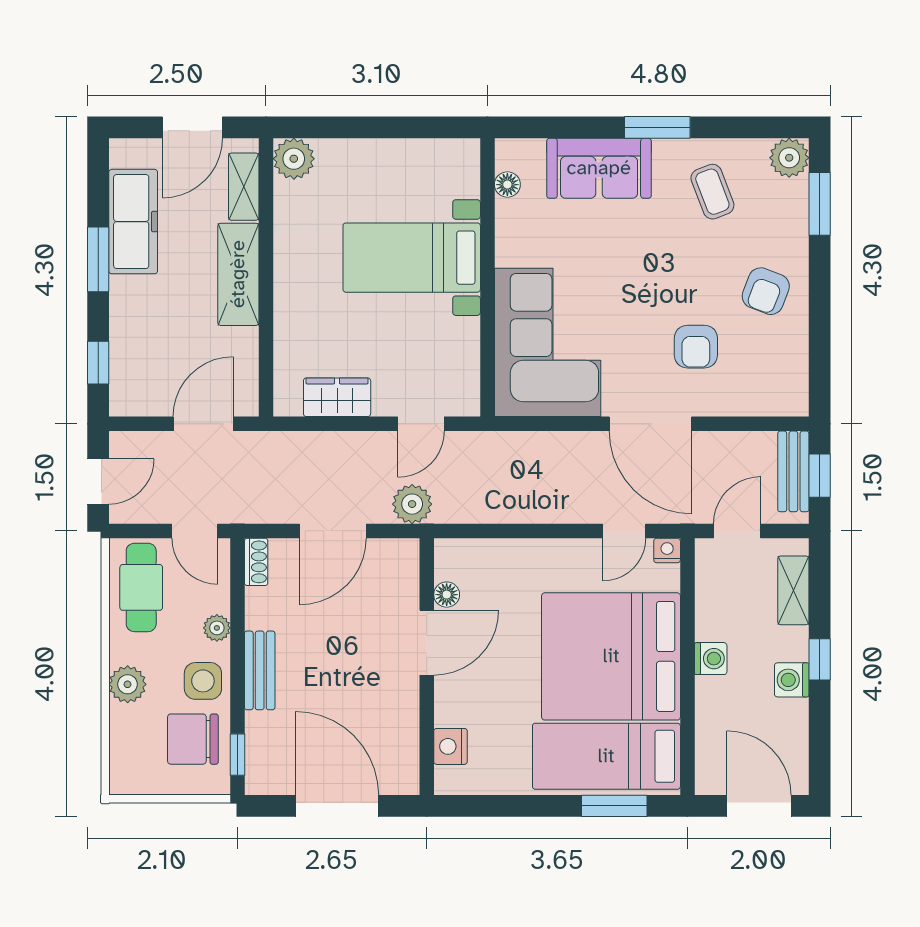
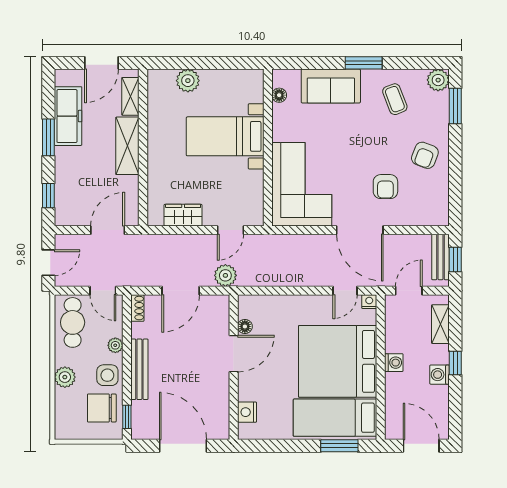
plant: (294, 159) -> (188, 81), moved
bench: (260, 670) -> (139, 369), width x1.36

